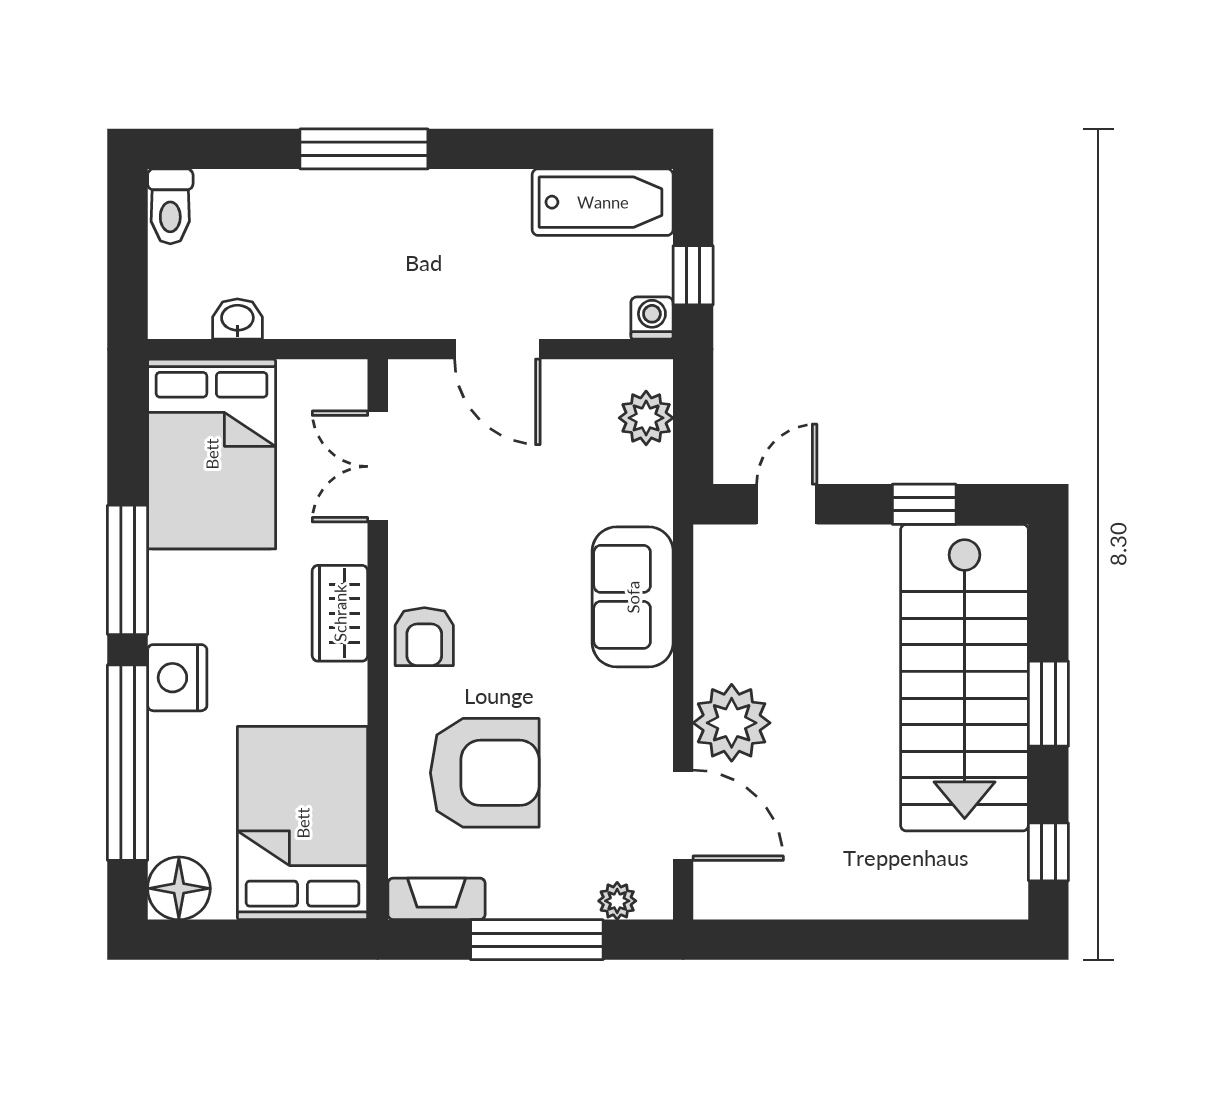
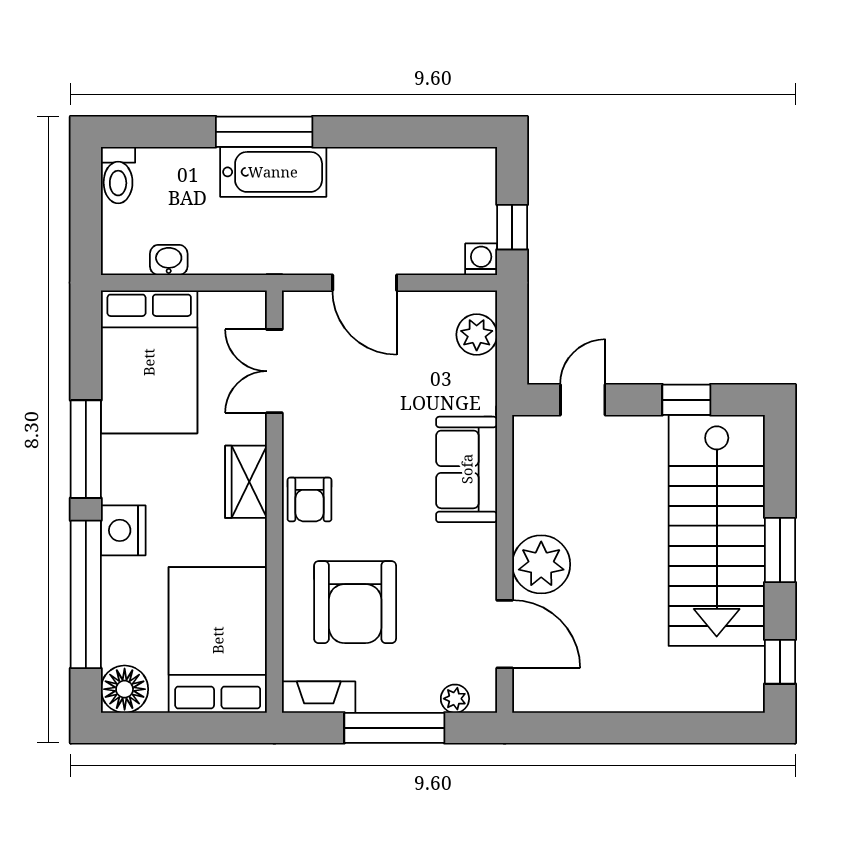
bathtub: (603, 202) -> (273, 172), moved
armchair: (485, 773) -> (355, 602), turned 90

